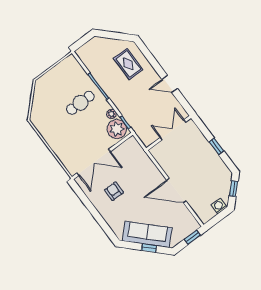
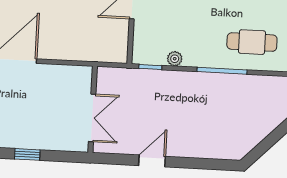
rug: (128, 64) -> (219, 130), removed
cafe table: (80, 103) -> (252, 42), moved, turned 90
plant: (117, 129) -> (151, 50), removed

